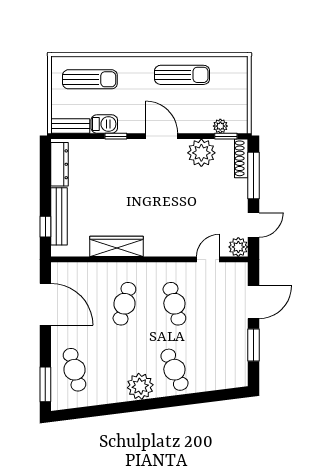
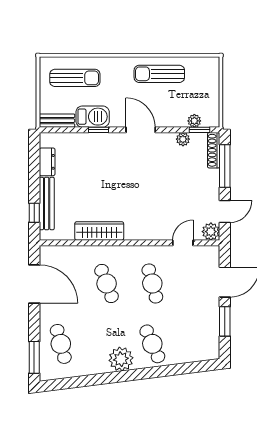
sun lounger: (182, 75) -> (159, 74), turned 180
barbecue: (104, 124) -> (93, 117), width x1.38, depth x1.27
plant: (201, 153) -> (183, 139), width x0.53, depth x0.53
dresser: (60, 164) -> (47, 162), width x0.70
cafe table: (124, 304) -> (107, 283), turned -36

